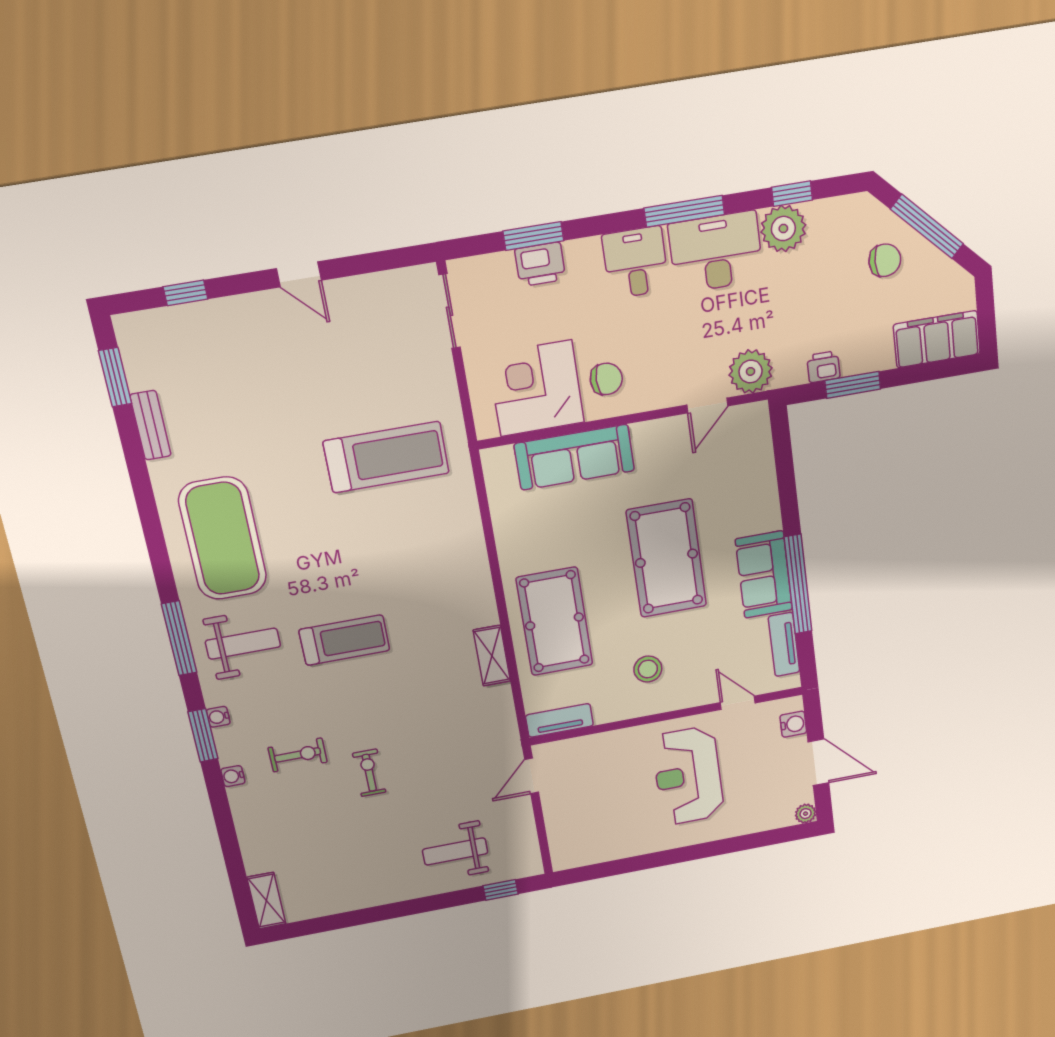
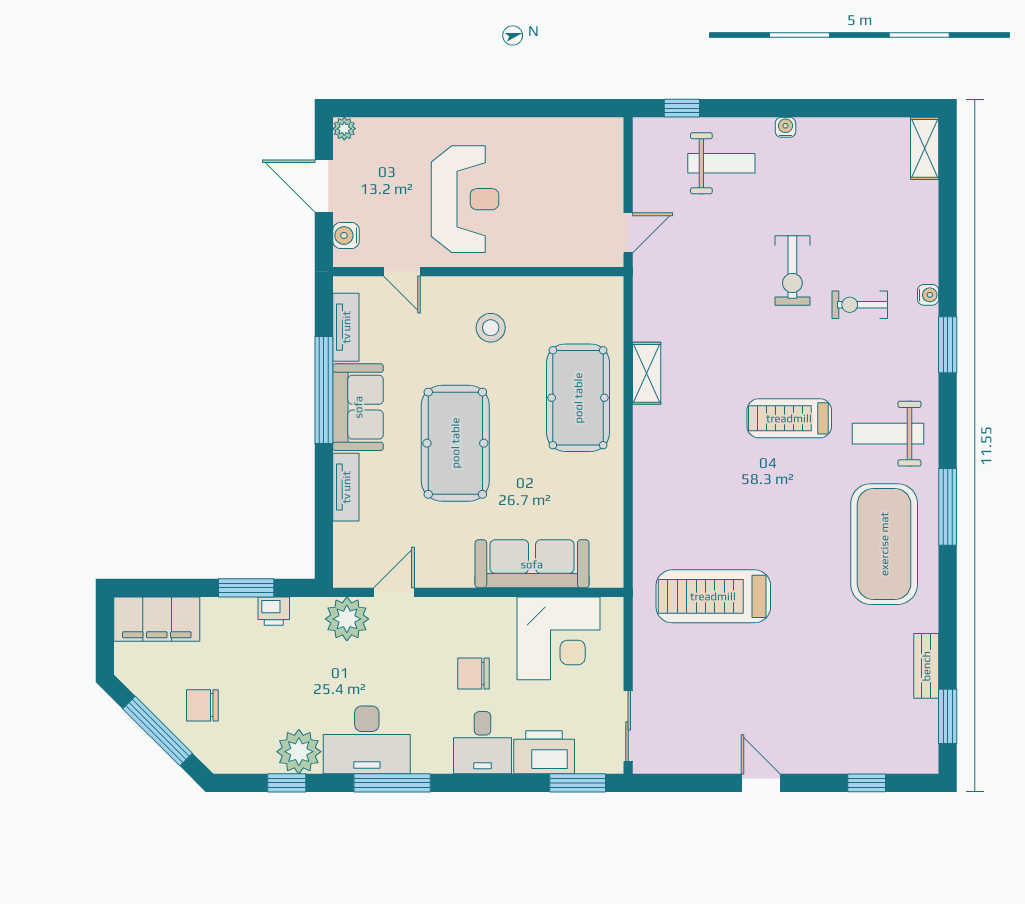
window: (533, 236) -> (578, 783), moved
desk: (636, 262) -> (483, 743), moved
printer: (540, 264) -> (544, 752), width x1.37, depth x1.19
chair: (606, 379) -> (473, 674), moved
window: (179, 638) -> (948, 507), moved
water cooler: (218, 717) -> (786, 127), moved, turned -90
tv unit: (559, 720) -> (346, 487), moved, turned -90
exercise bike: (369, 773) -> (792, 270), width x1.38, depth x1.39

